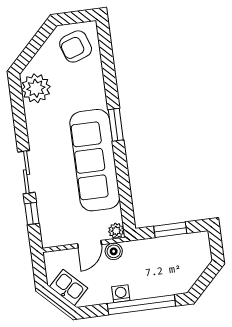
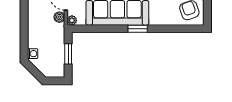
washing machine: (121, 294) -> (33, 54), moved
window: (141, 305) -> (24, 30), removed

